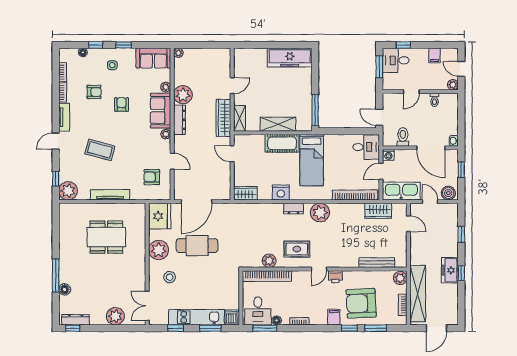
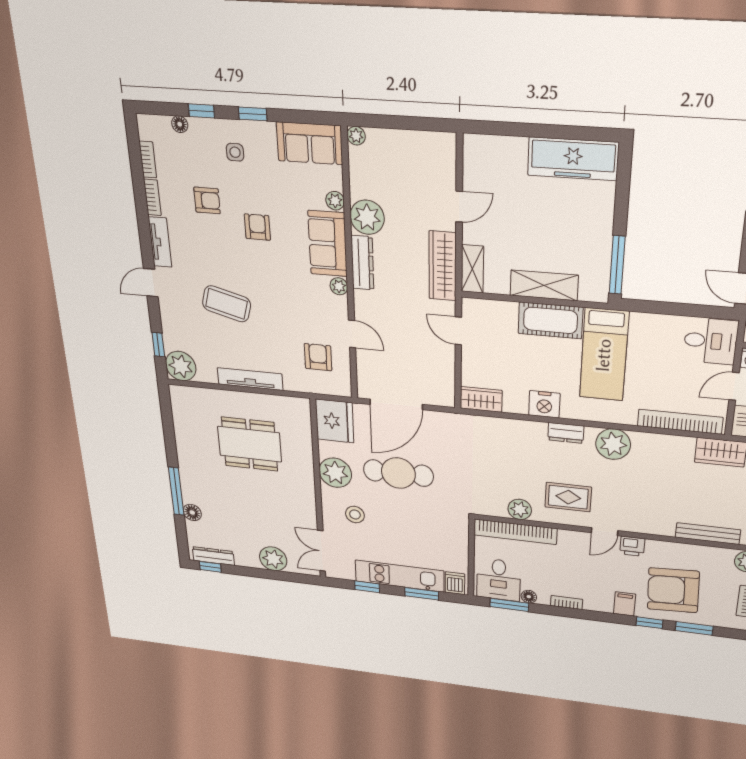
armchair: (152, 177) -> (318, 357), turned 90

